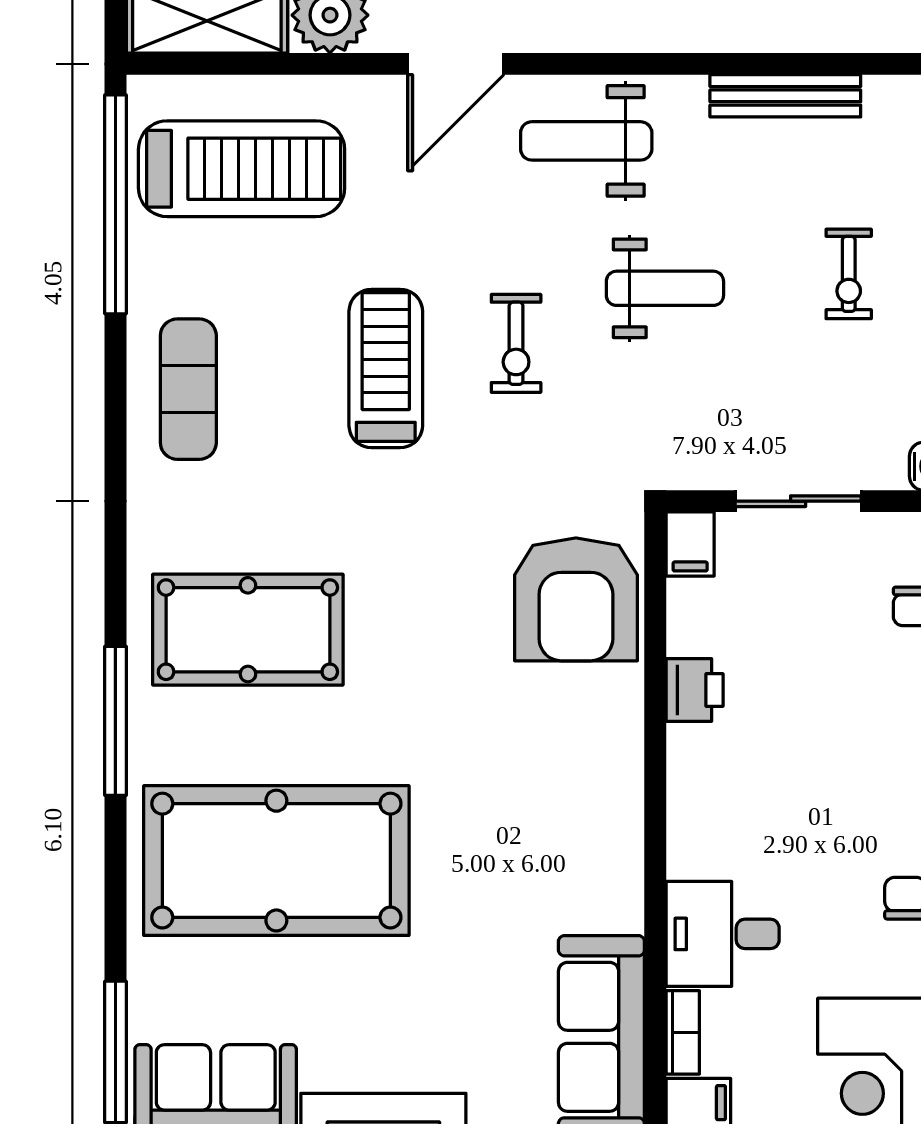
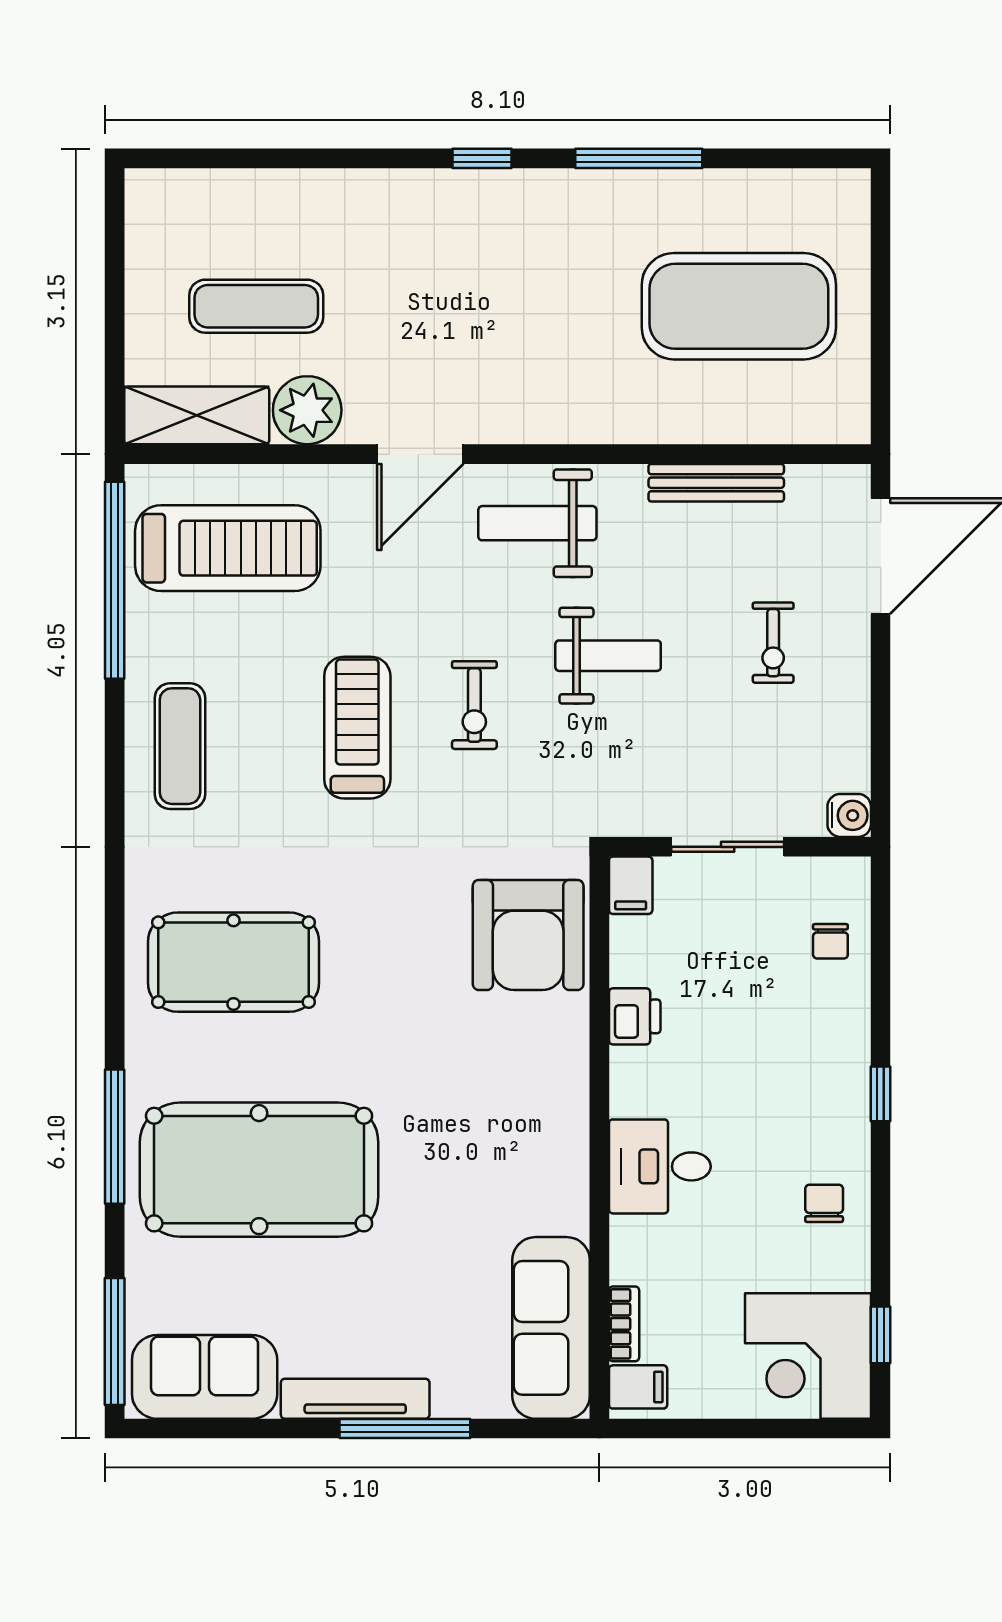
window: (115, 721) -> (115, 1137), moved
desk: (723, 934) -> (660, 1166), moved

